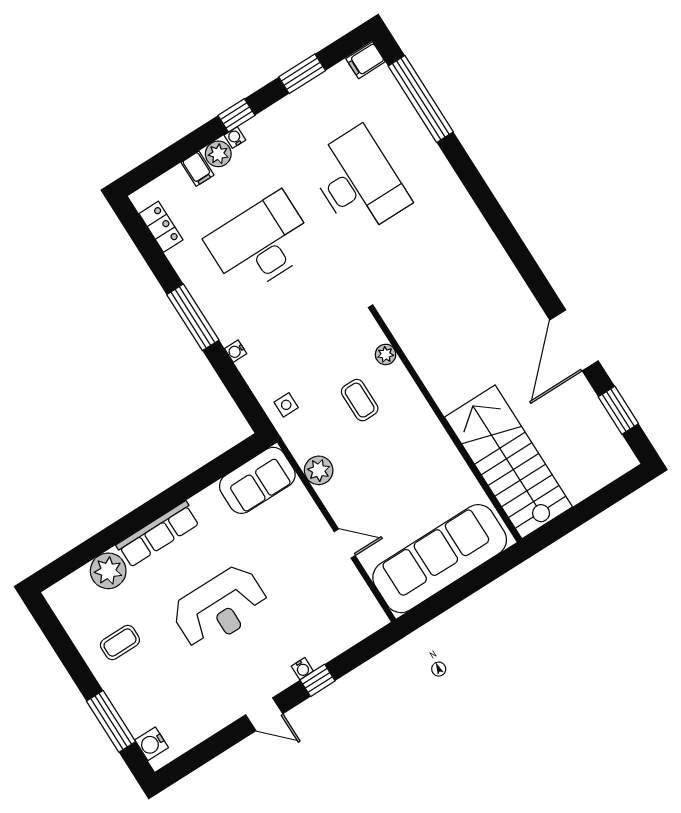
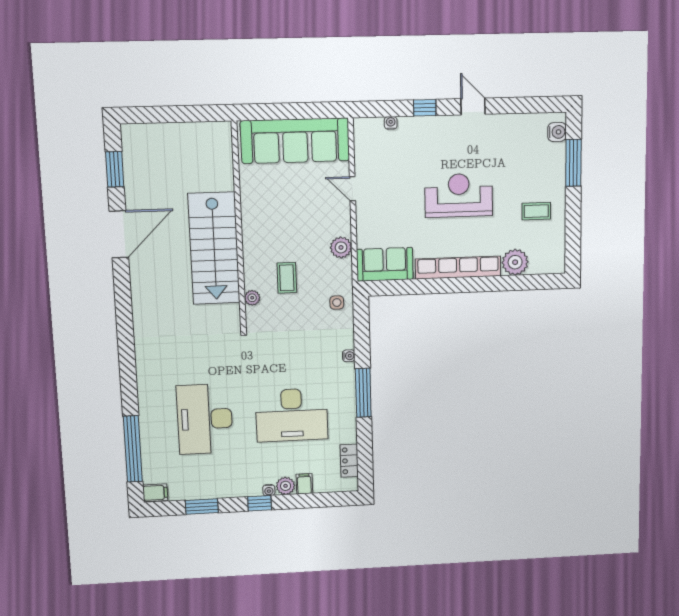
stairs: (509, 462) -> (214, 248), moved
row of seats: (158, 534) -> (458, 268), width x1.36
water cooler: (302, 669) -> (391, 123), moved

